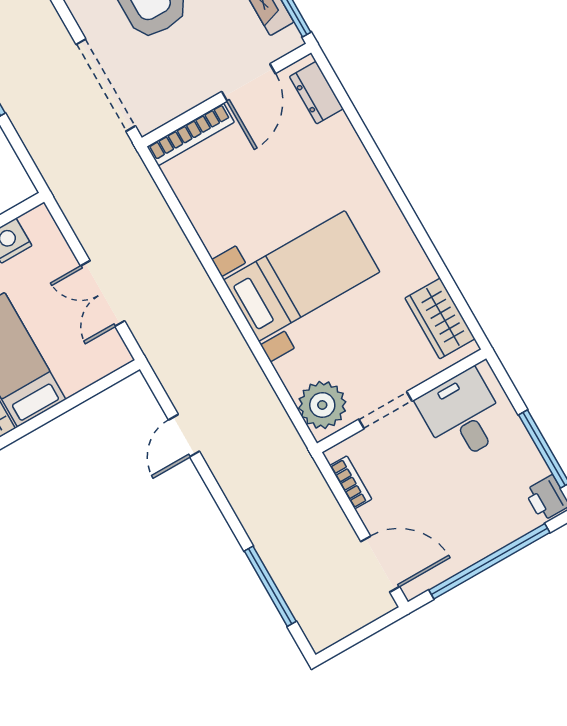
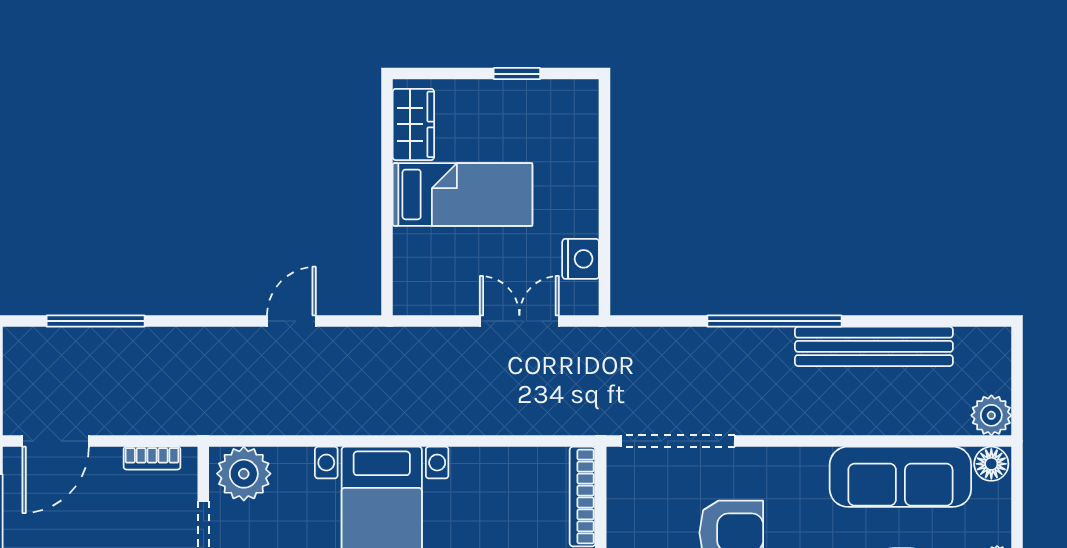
double door: (103, 293) -> (519, 321), moved
door: (184, 436) -> (291, 321), hinge flipped

